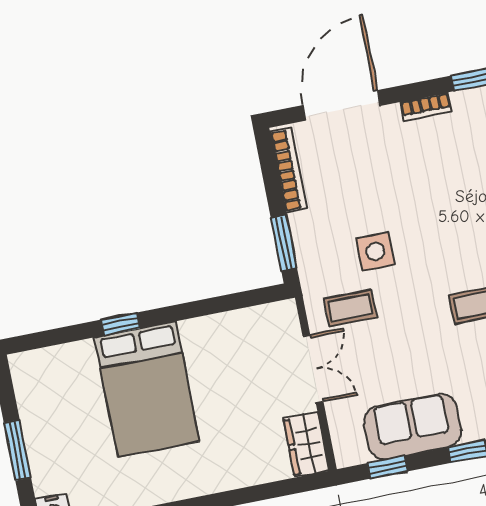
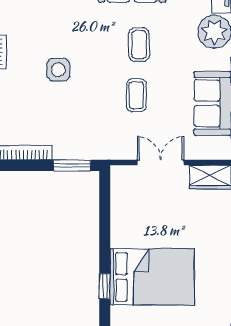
side table: (375, 252) -> (58, 70), moved
coffee table: (350, 308) -> (136, 95), moved

